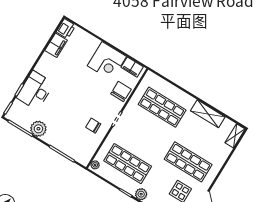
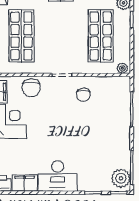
desk: (35, 91) -> (58, 176), moved
chair: (121, 91) -> (31, 88), turned -90
plant: (38, 129) -> (121, 178), moved

